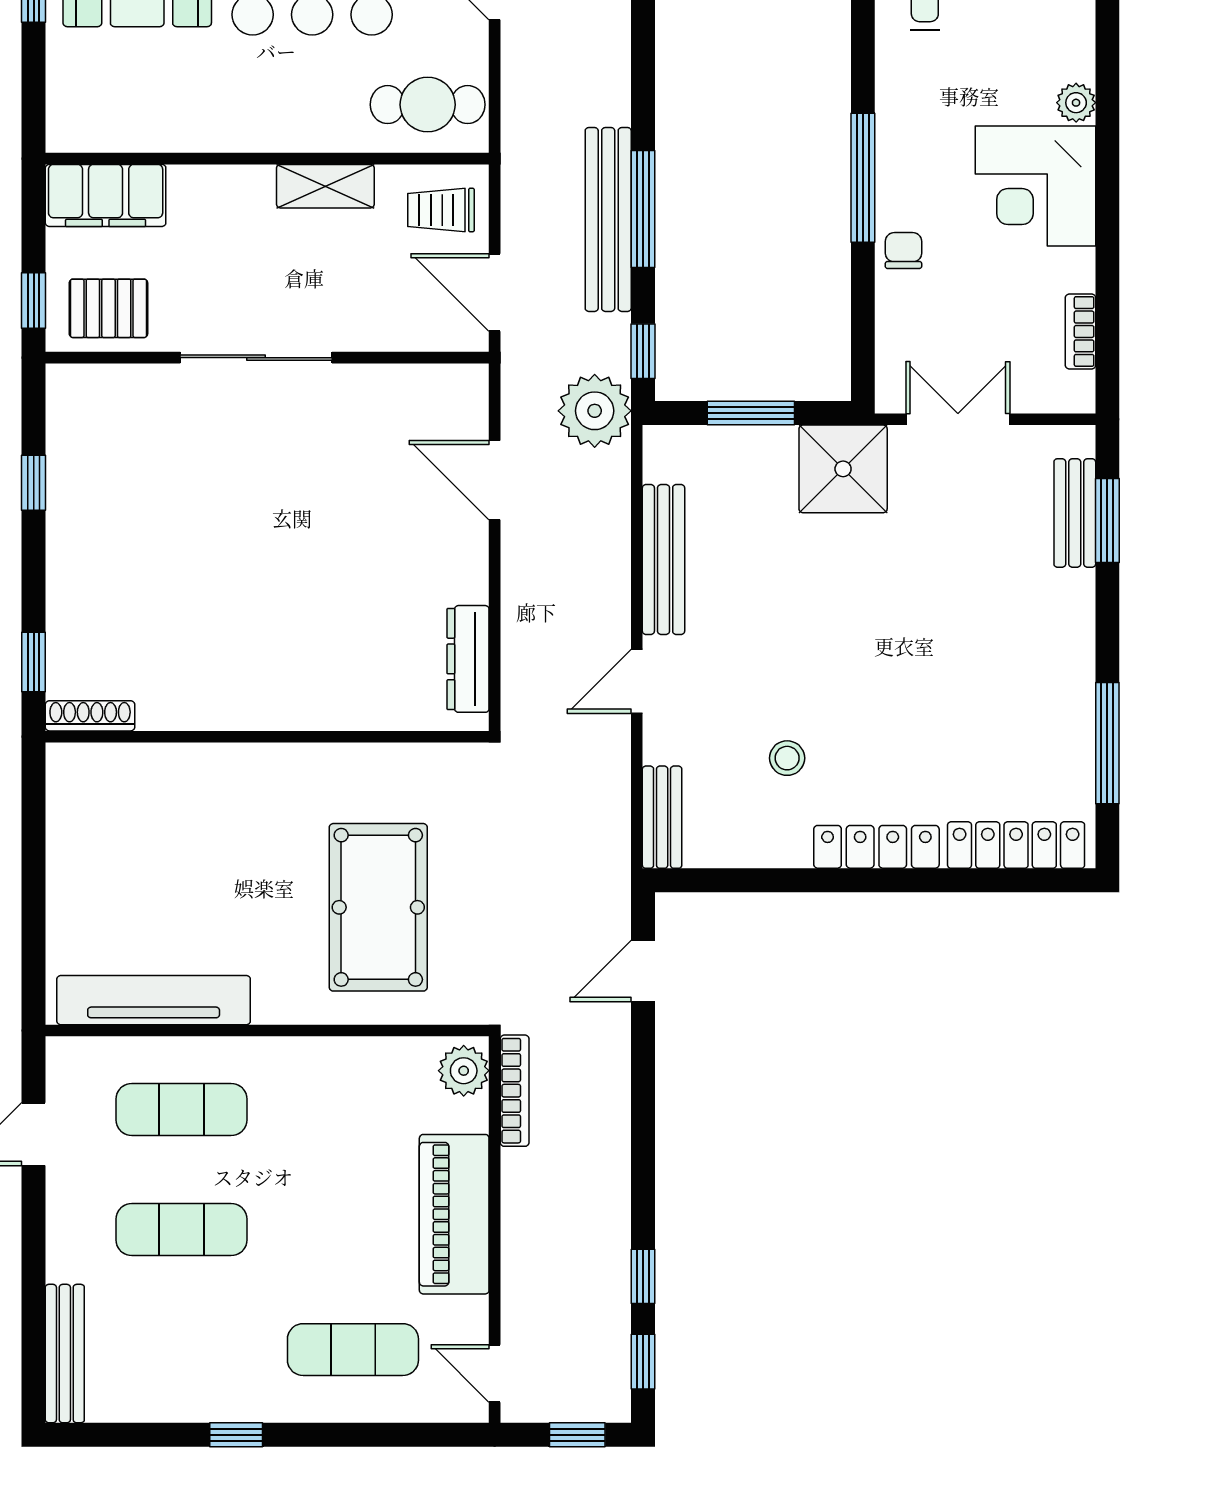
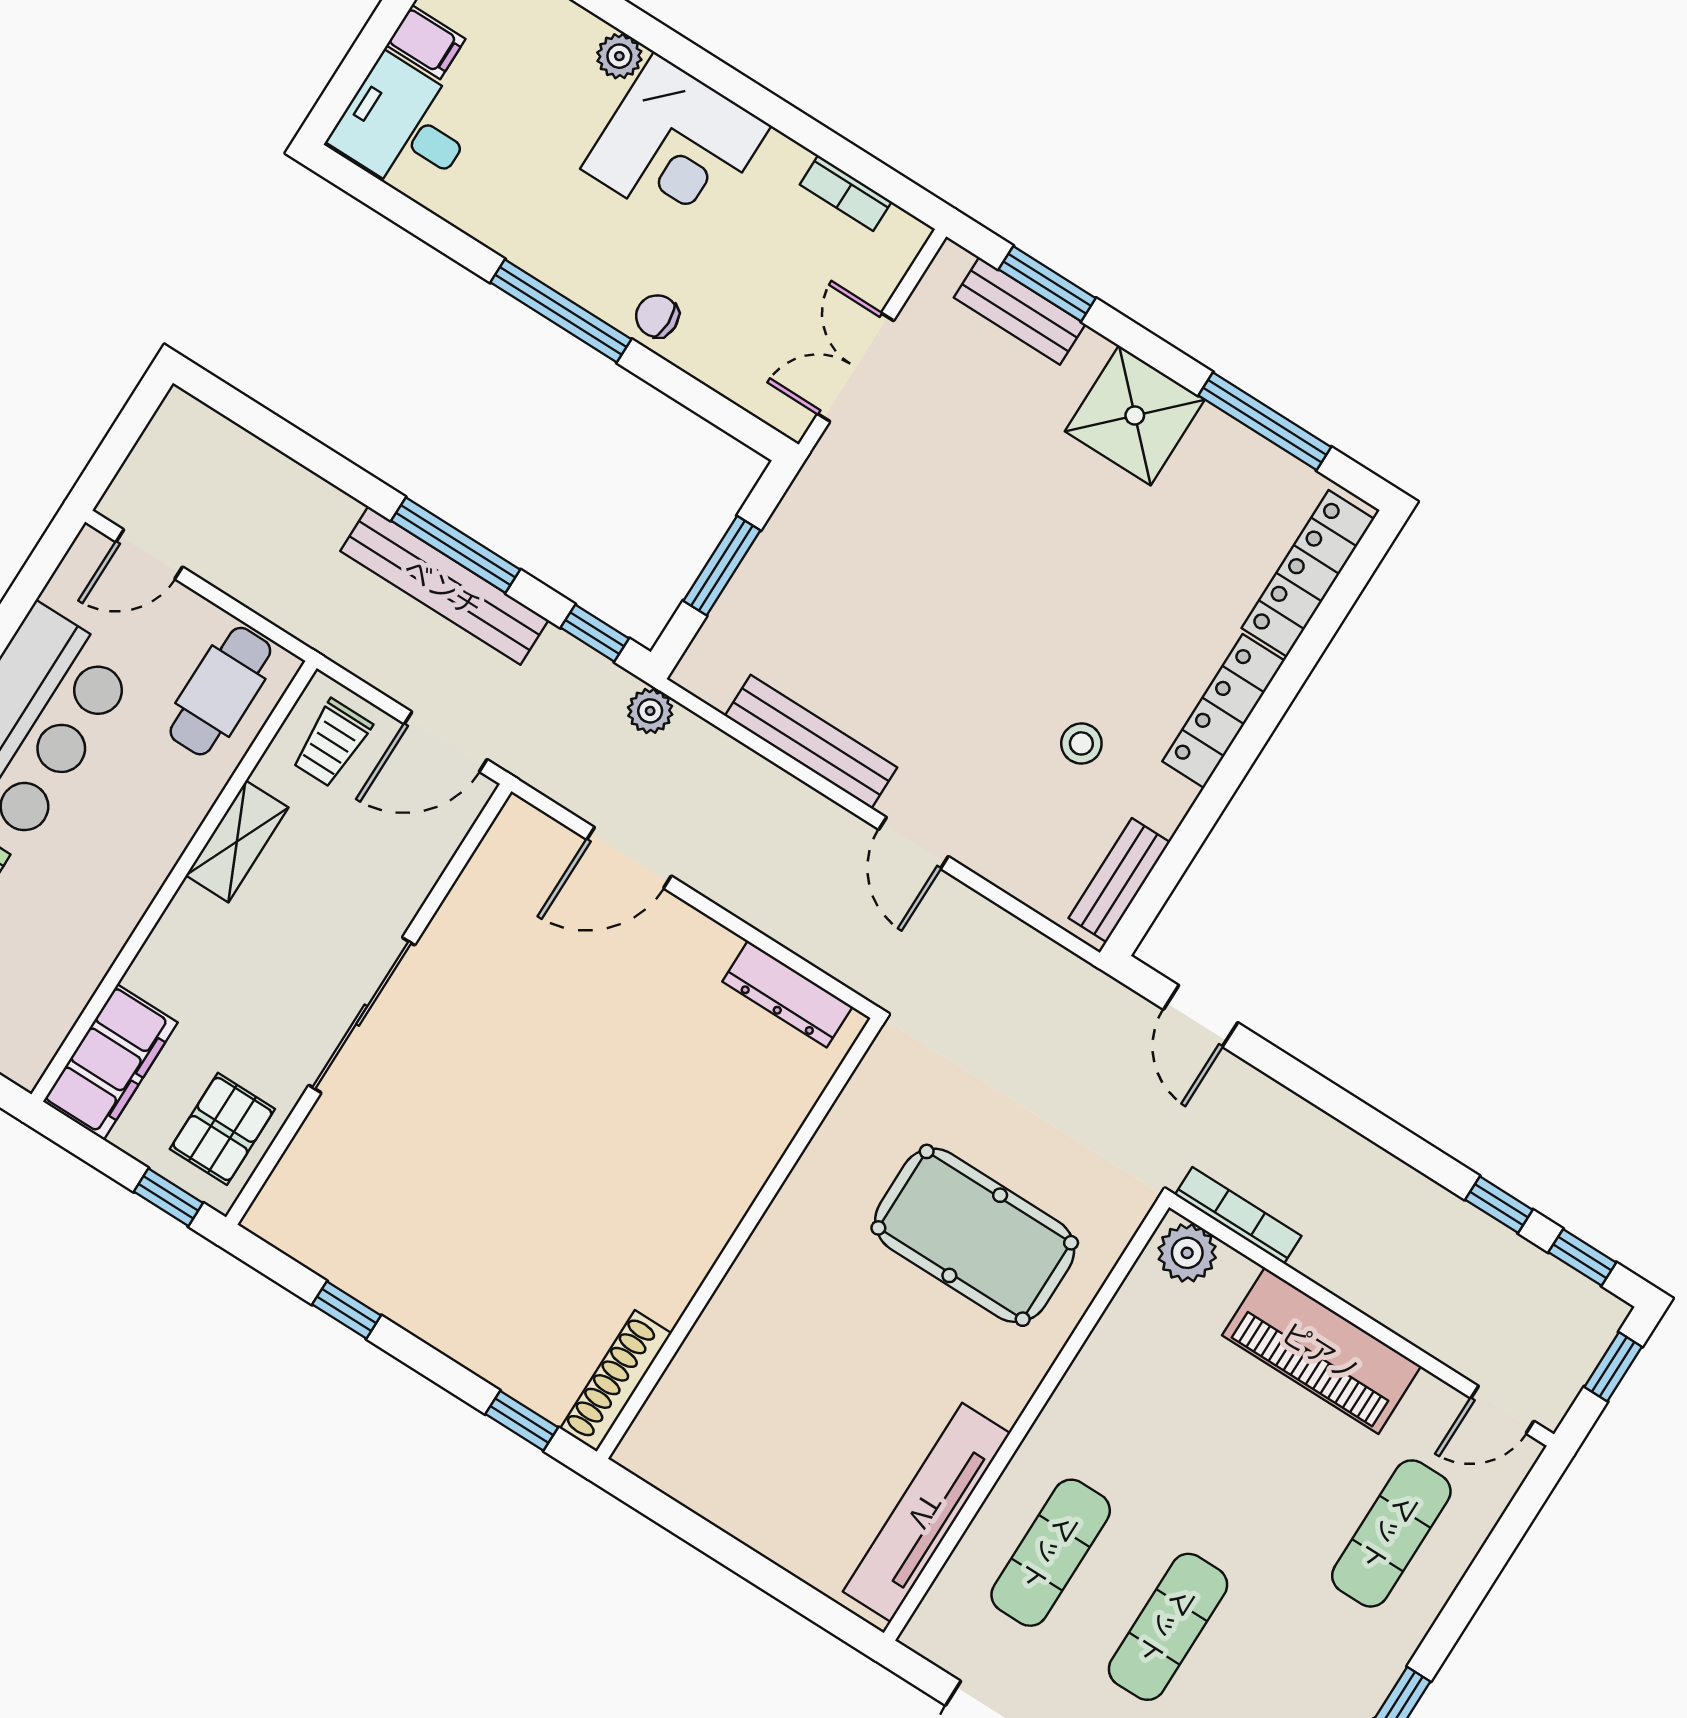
plant: (595, 411) -> (650, 711), width x0.53, depth x0.53
shower: (843, 469) -> (1135, 415), moved
shoe rack: (90, 716) -> (616, 1381), width x1.36, depth x1.24
bench: (662, 817) -> (1119, 880), moved, turned 90

